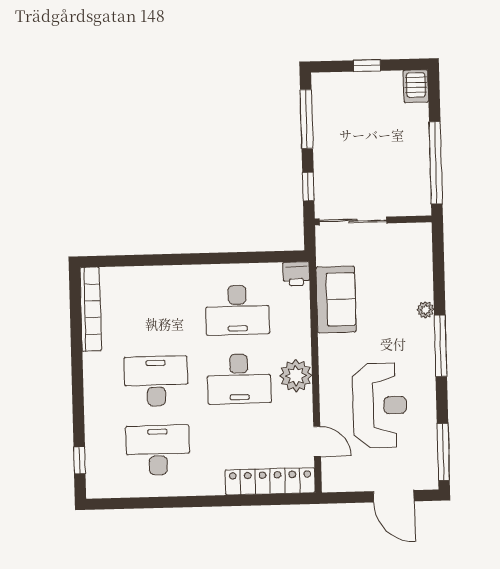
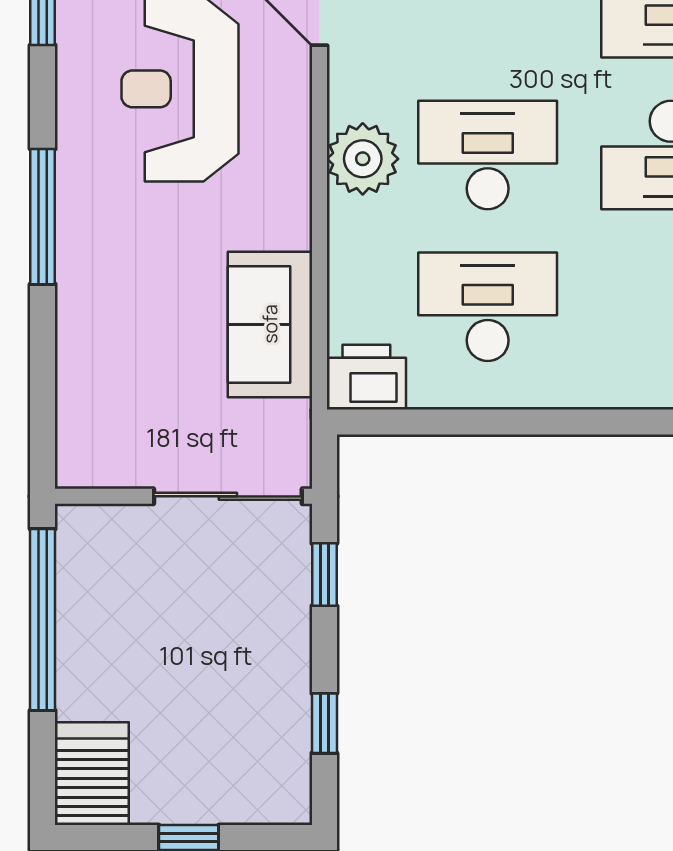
server rack: (416, 86) -> (92, 774), width x1.36, depth x1.44
window: (306, 119) -> (324, 723), width x0.46
printer: (296, 274) -> (366, 377), width x1.36, depth x1.24
plant: (426, 310) -> (73, 297), removed

